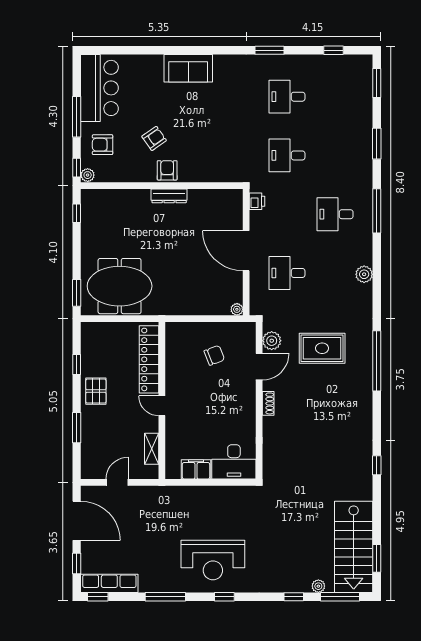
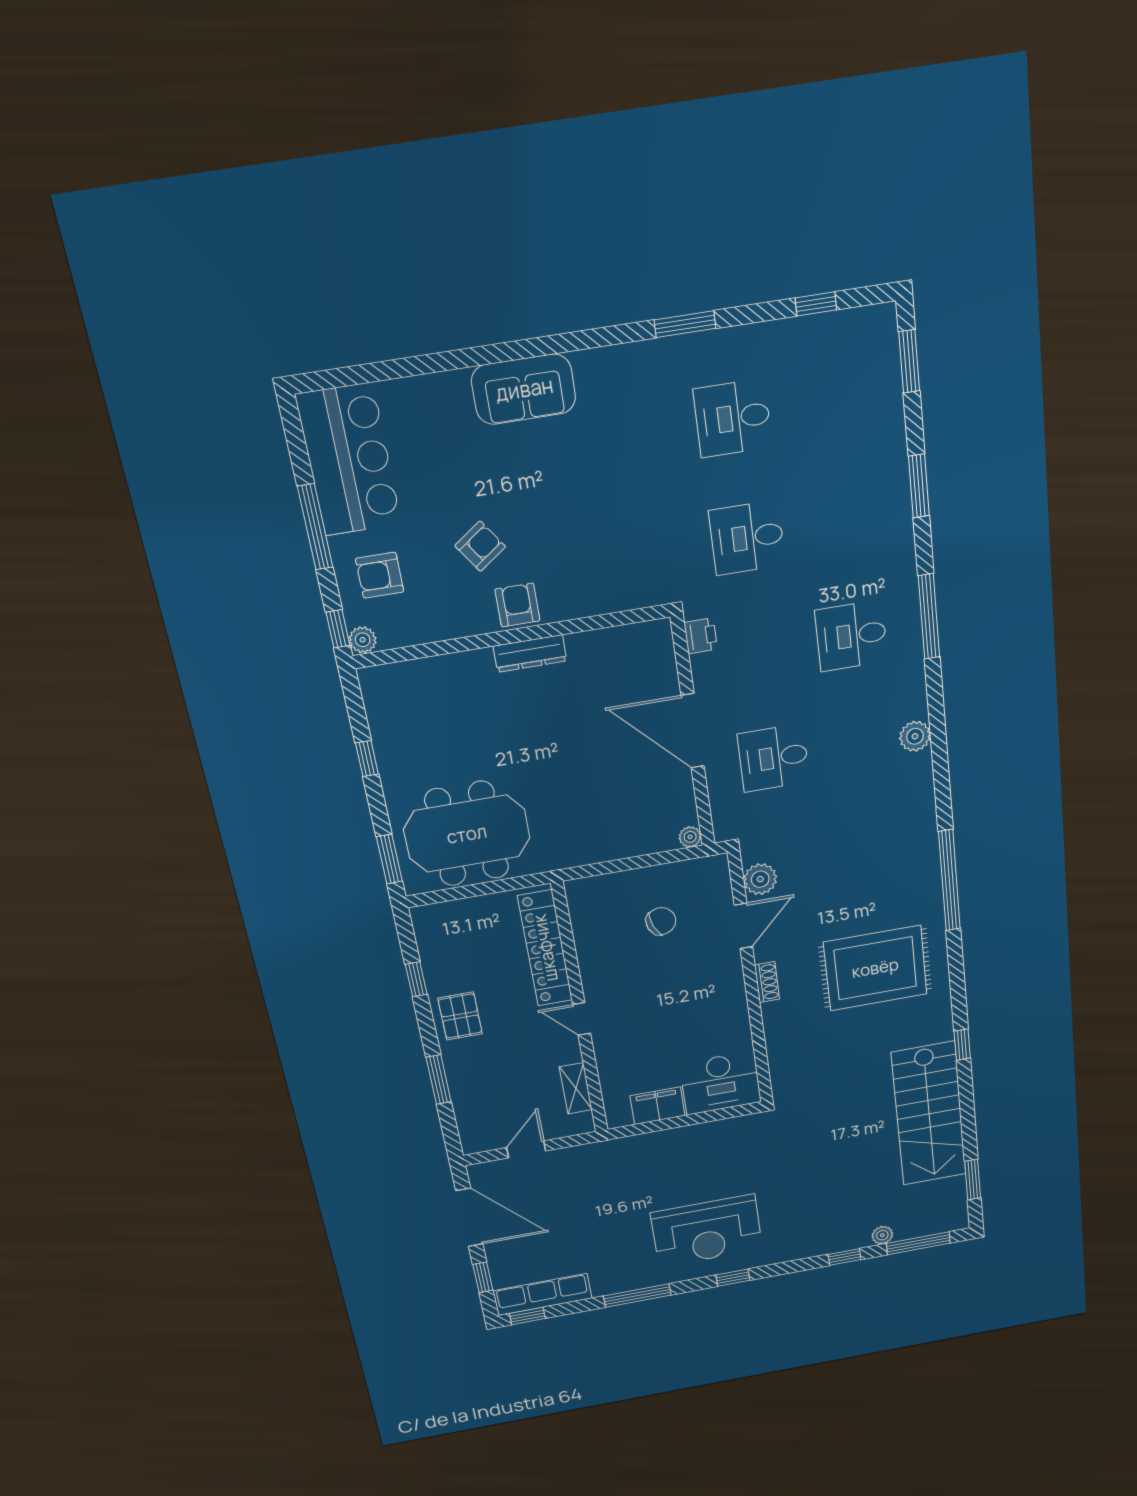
window: (77, 213) -> (367, 759), moved
rug: (322, 348) -> (875, 968), moved, width x1.37, depth x1.44
stairs: (354, 547) -> (929, 1114), moved

